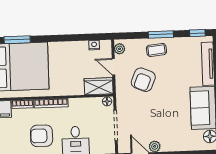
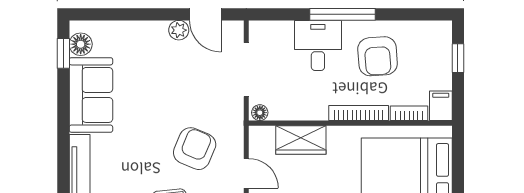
wardrobe: (99, 86) -> (301, 140), moved
armchair: (42, 136) -> (378, 56), turned 86

